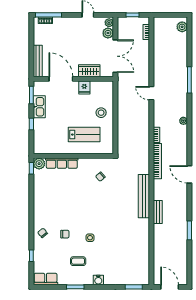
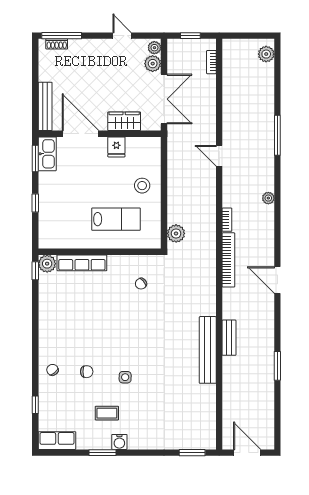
kitchen sink: (39, 107) -> (47, 154), moved
plant: (123, 144) -> (176, 233), added
bench: (144, 196) -> (208, 350), moved
water cooler: (98, 280) -> (119, 442), moved

